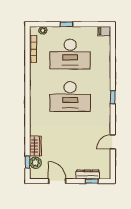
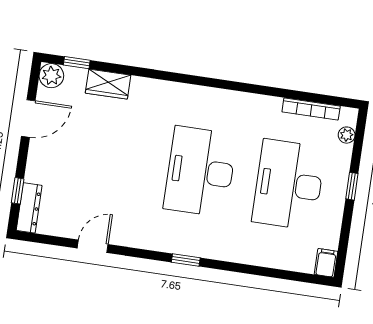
door: (113, 142) -> (93, 246), hinge flipped
plant: (35, 163) -> (51, 76), moved
dresser: (88, 174) -> (29, 208), moved

